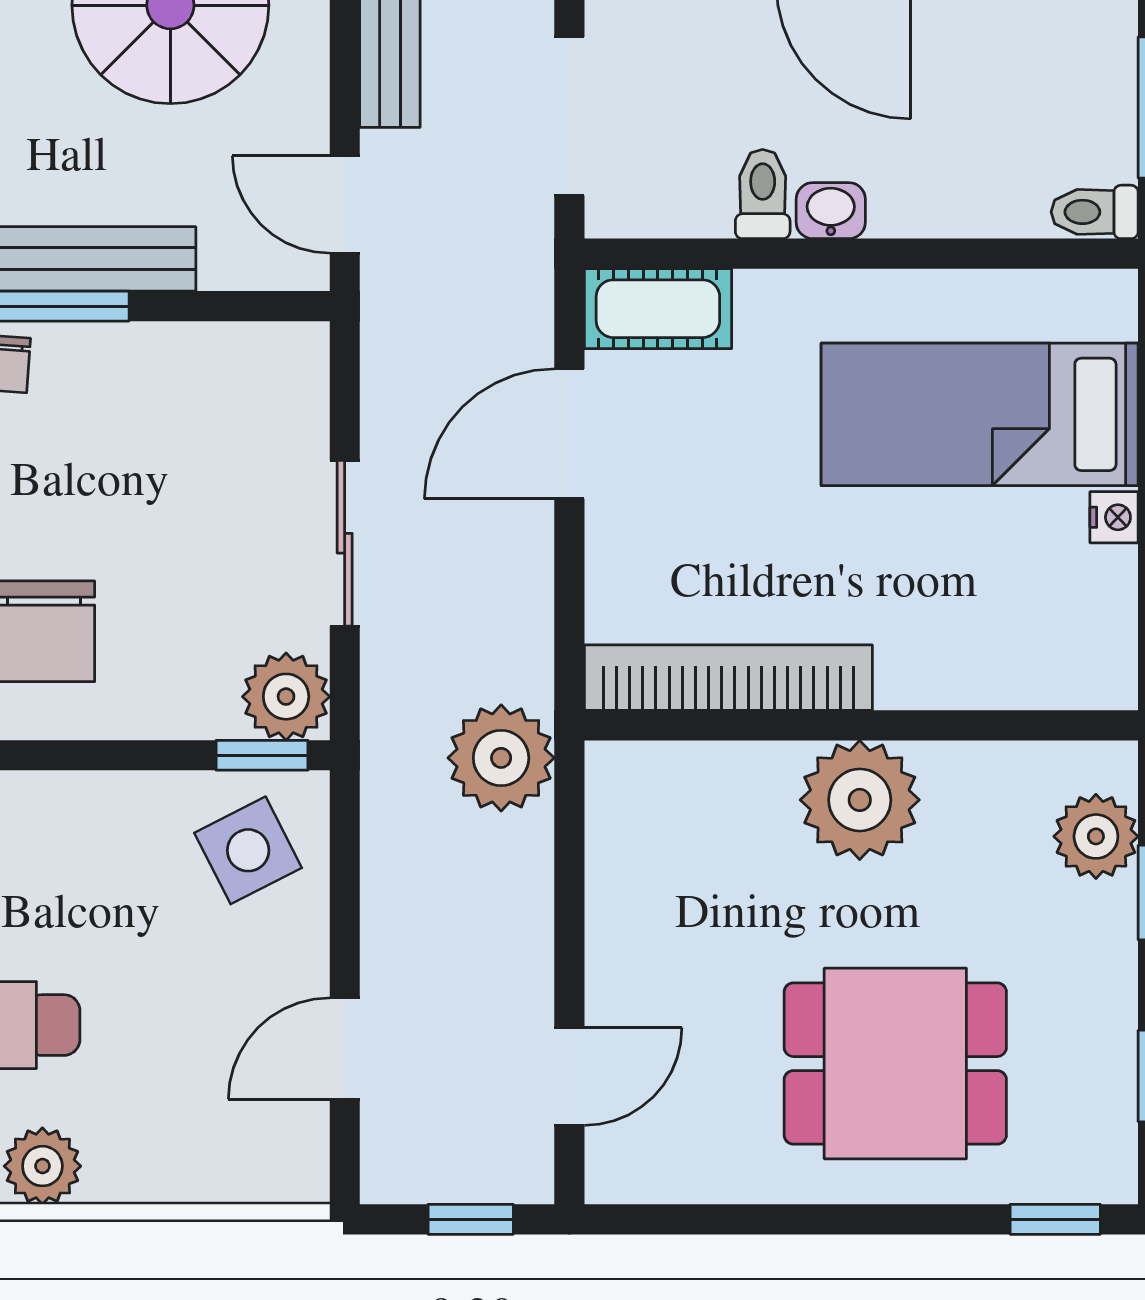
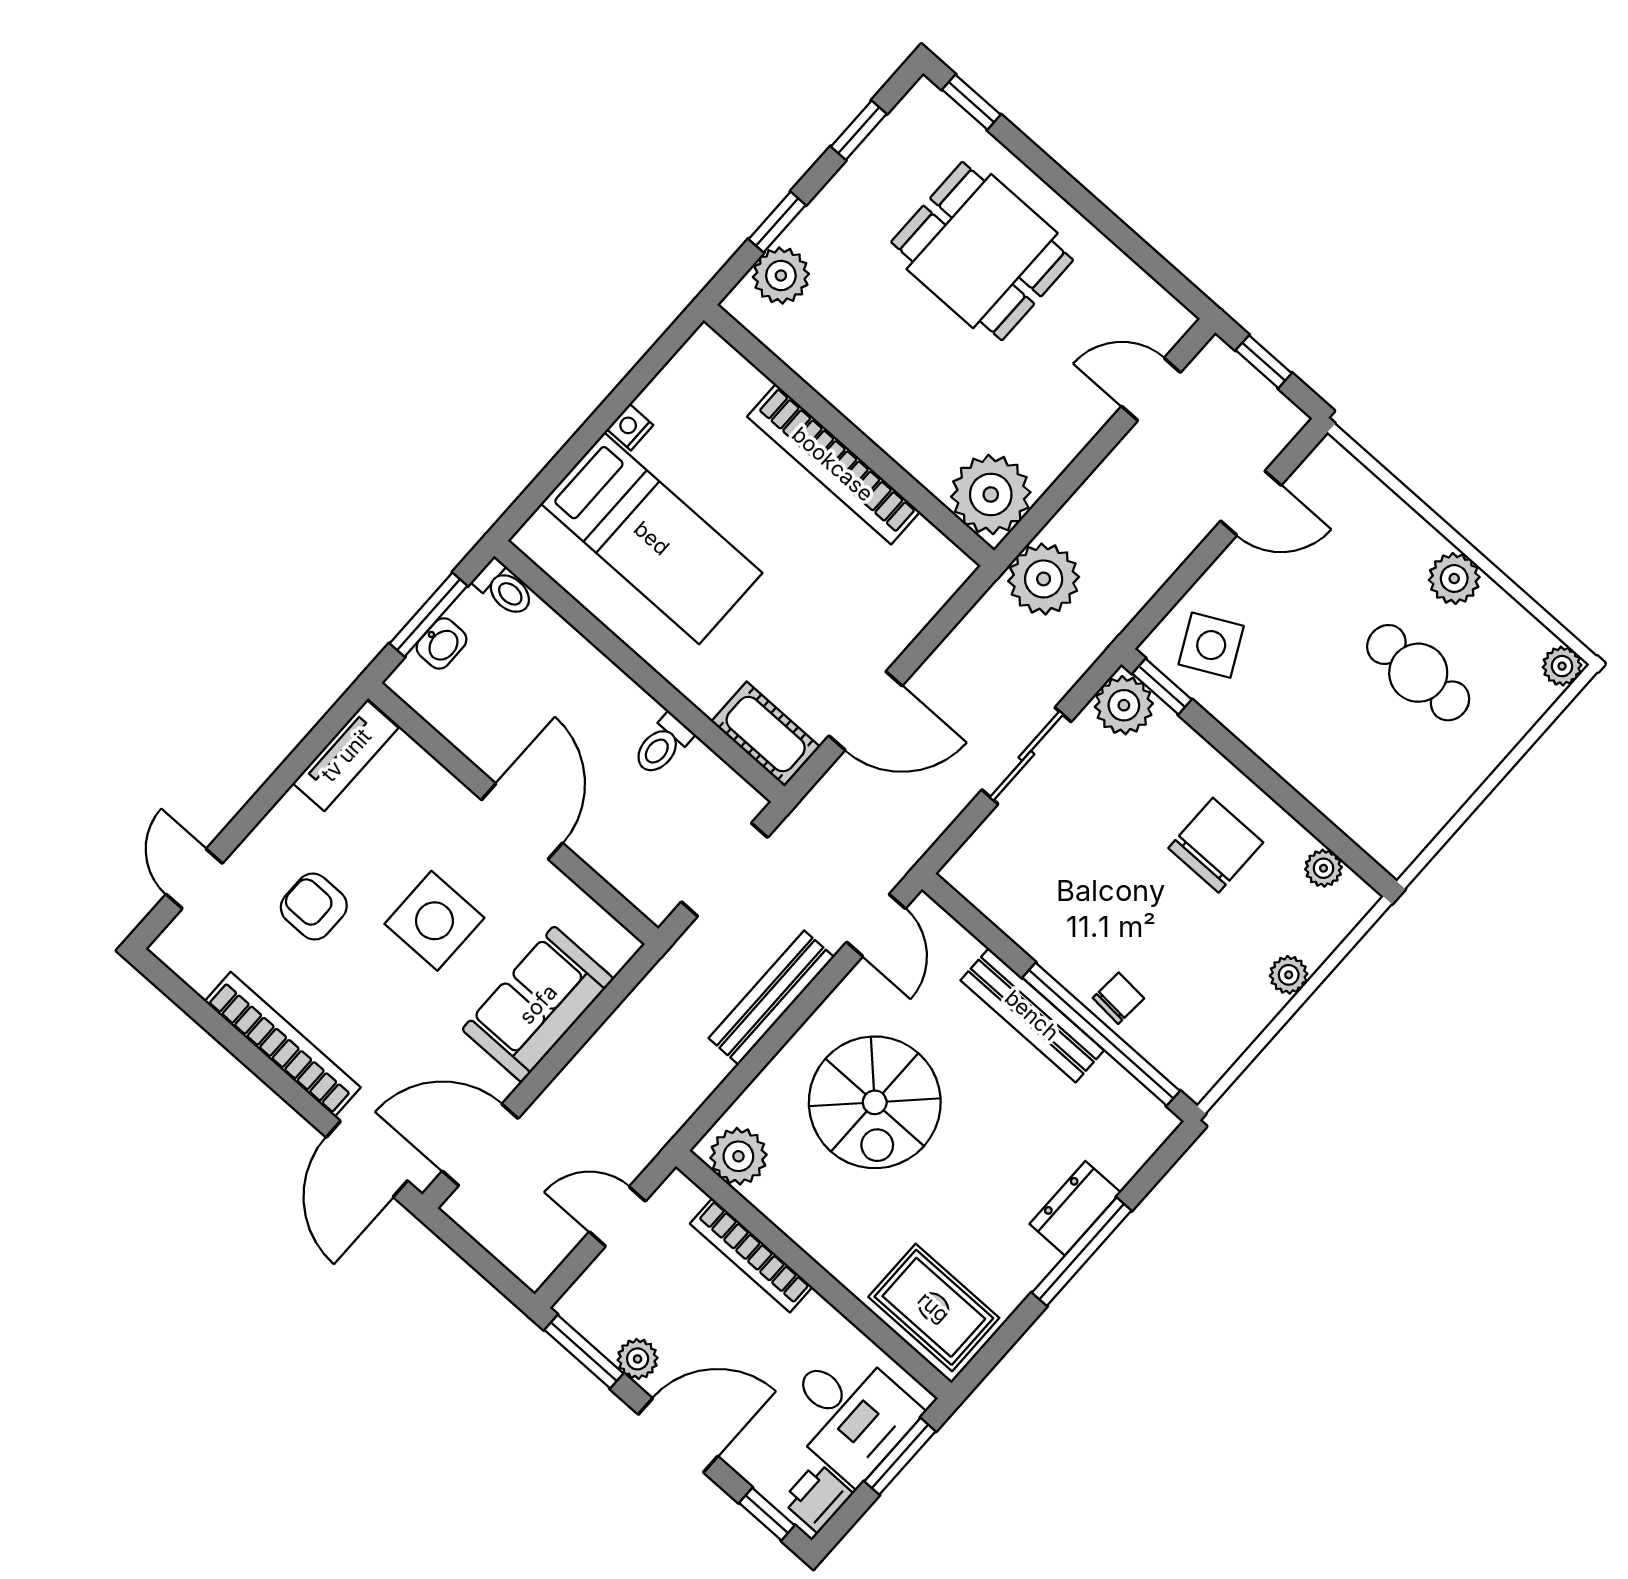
washbasin: (831, 211) -> (442, 643), moved, turned -90
bookcase: (728, 678) -> (833, 464), moved
plant: (860, 800) -> (991, 494), moved

